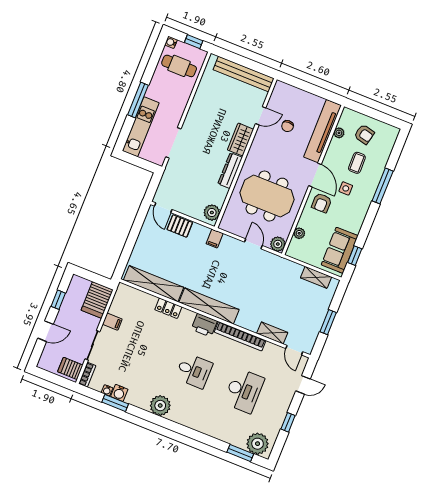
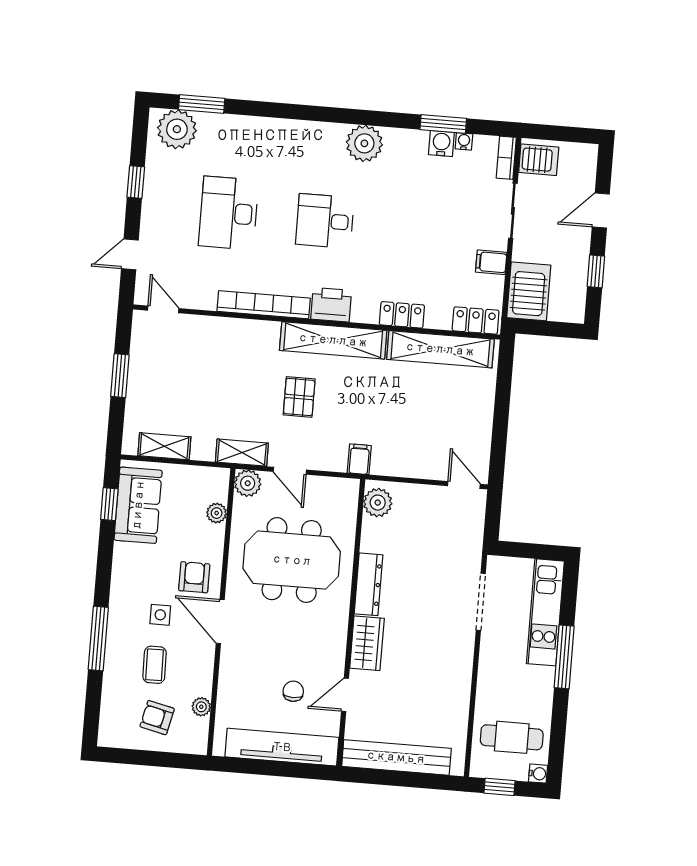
tv unit: (322, 131) -> (282, 747), moved, turned -90
pallet: (180, 226) -> (299, 397), moved, turned 90
locker: (130, 293) -> (476, 321), added
shelving: (272, 333) -> (242, 453), moved

